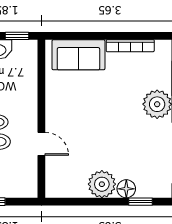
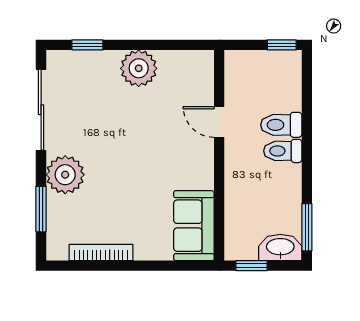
sofa: (78, 55) -> (194, 226), moved, turned -90
floor lamp: (126, 189) -> (106, 62), removed

